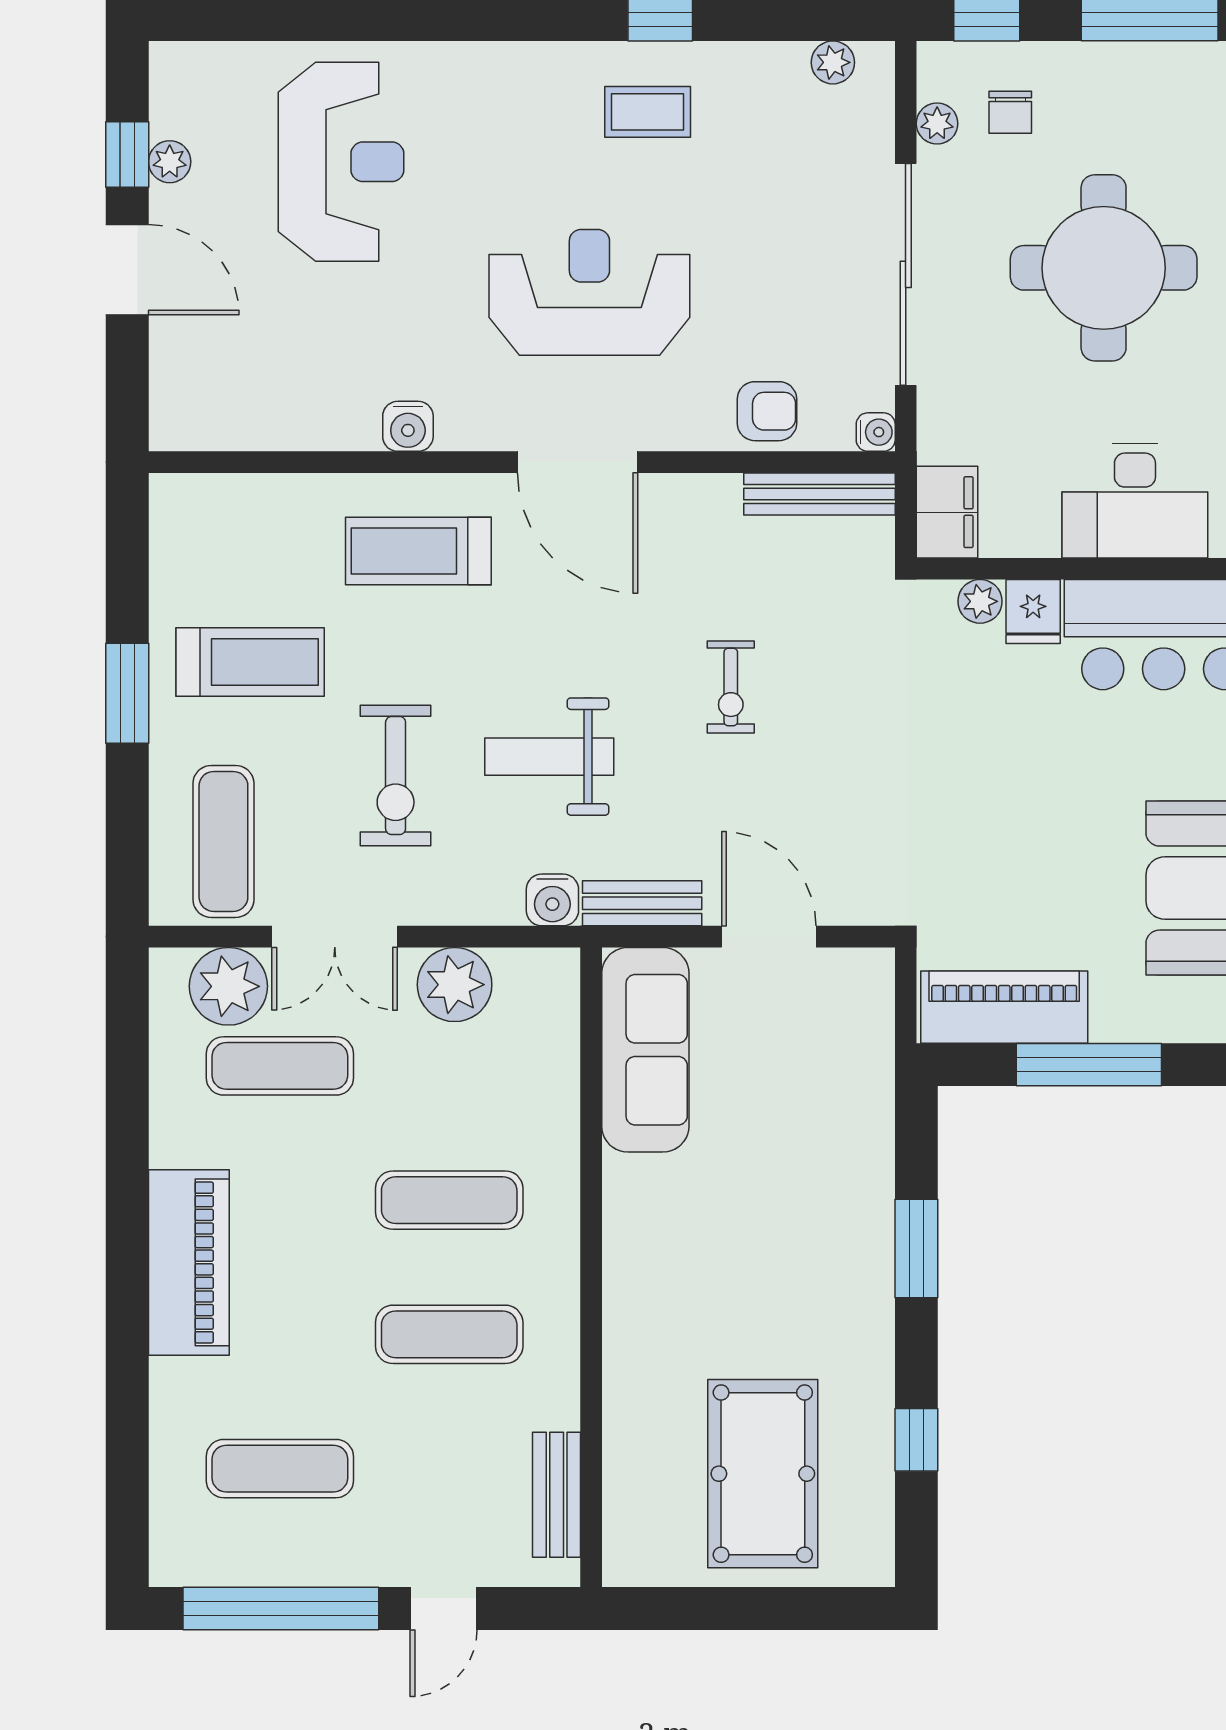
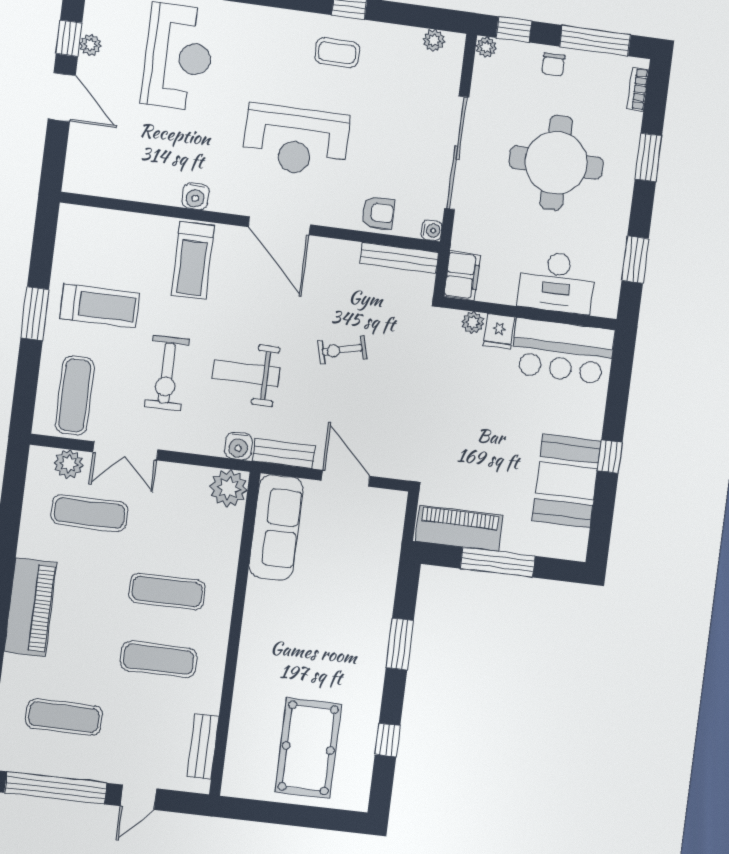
chair: (1010, 112) -> (553, 65), moved
plant: (937, 124) -> (486, 47), moved
reception desk: (589, 292) -> (296, 140), turned 180
treadmill: (418, 551) -> (193, 260), turned -90
exercise bike: (731, 687) -> (342, 350), turned 76
plant: (455, 985) -> (229, 488), moved
plant: (228, 986) -> (69, 464), width x0.73, depth x0.73

